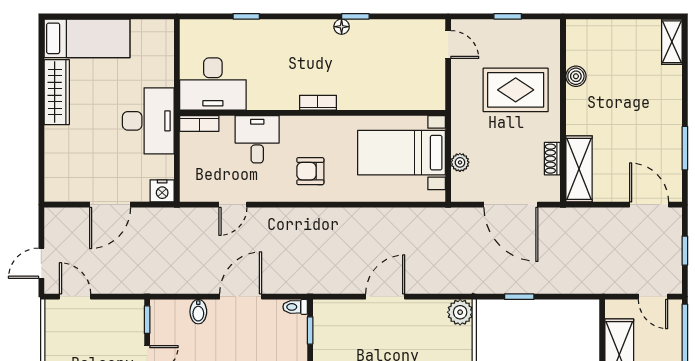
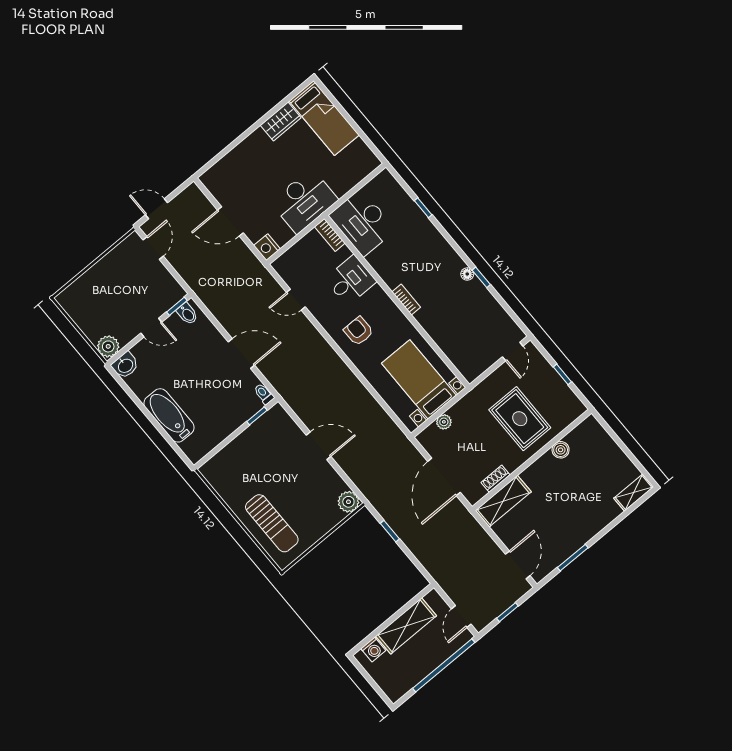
wardrobe: (57, 92) -> (281, 121), width x0.67
bidet: (198, 312) -> (187, 314), moved, turned -90

